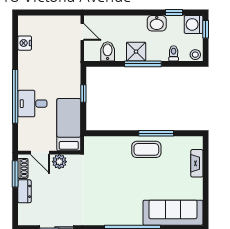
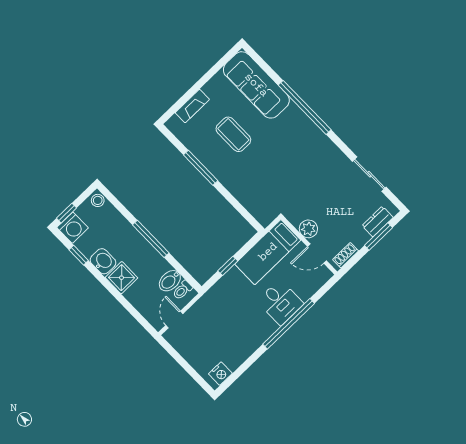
nightstand: (25, 43) -> (220, 374), moved
shower: (136, 52) -> (121, 278), moved
toilet: (174, 53) -> (182, 290), moved
coffee table: (146, 149) -> (233, 134), moved
door: (40, 153) -> (317, 254), swing flipped
window: (15, 174) -> (379, 237), moved
dresser: (25, 191) -> (378, 222), moved

